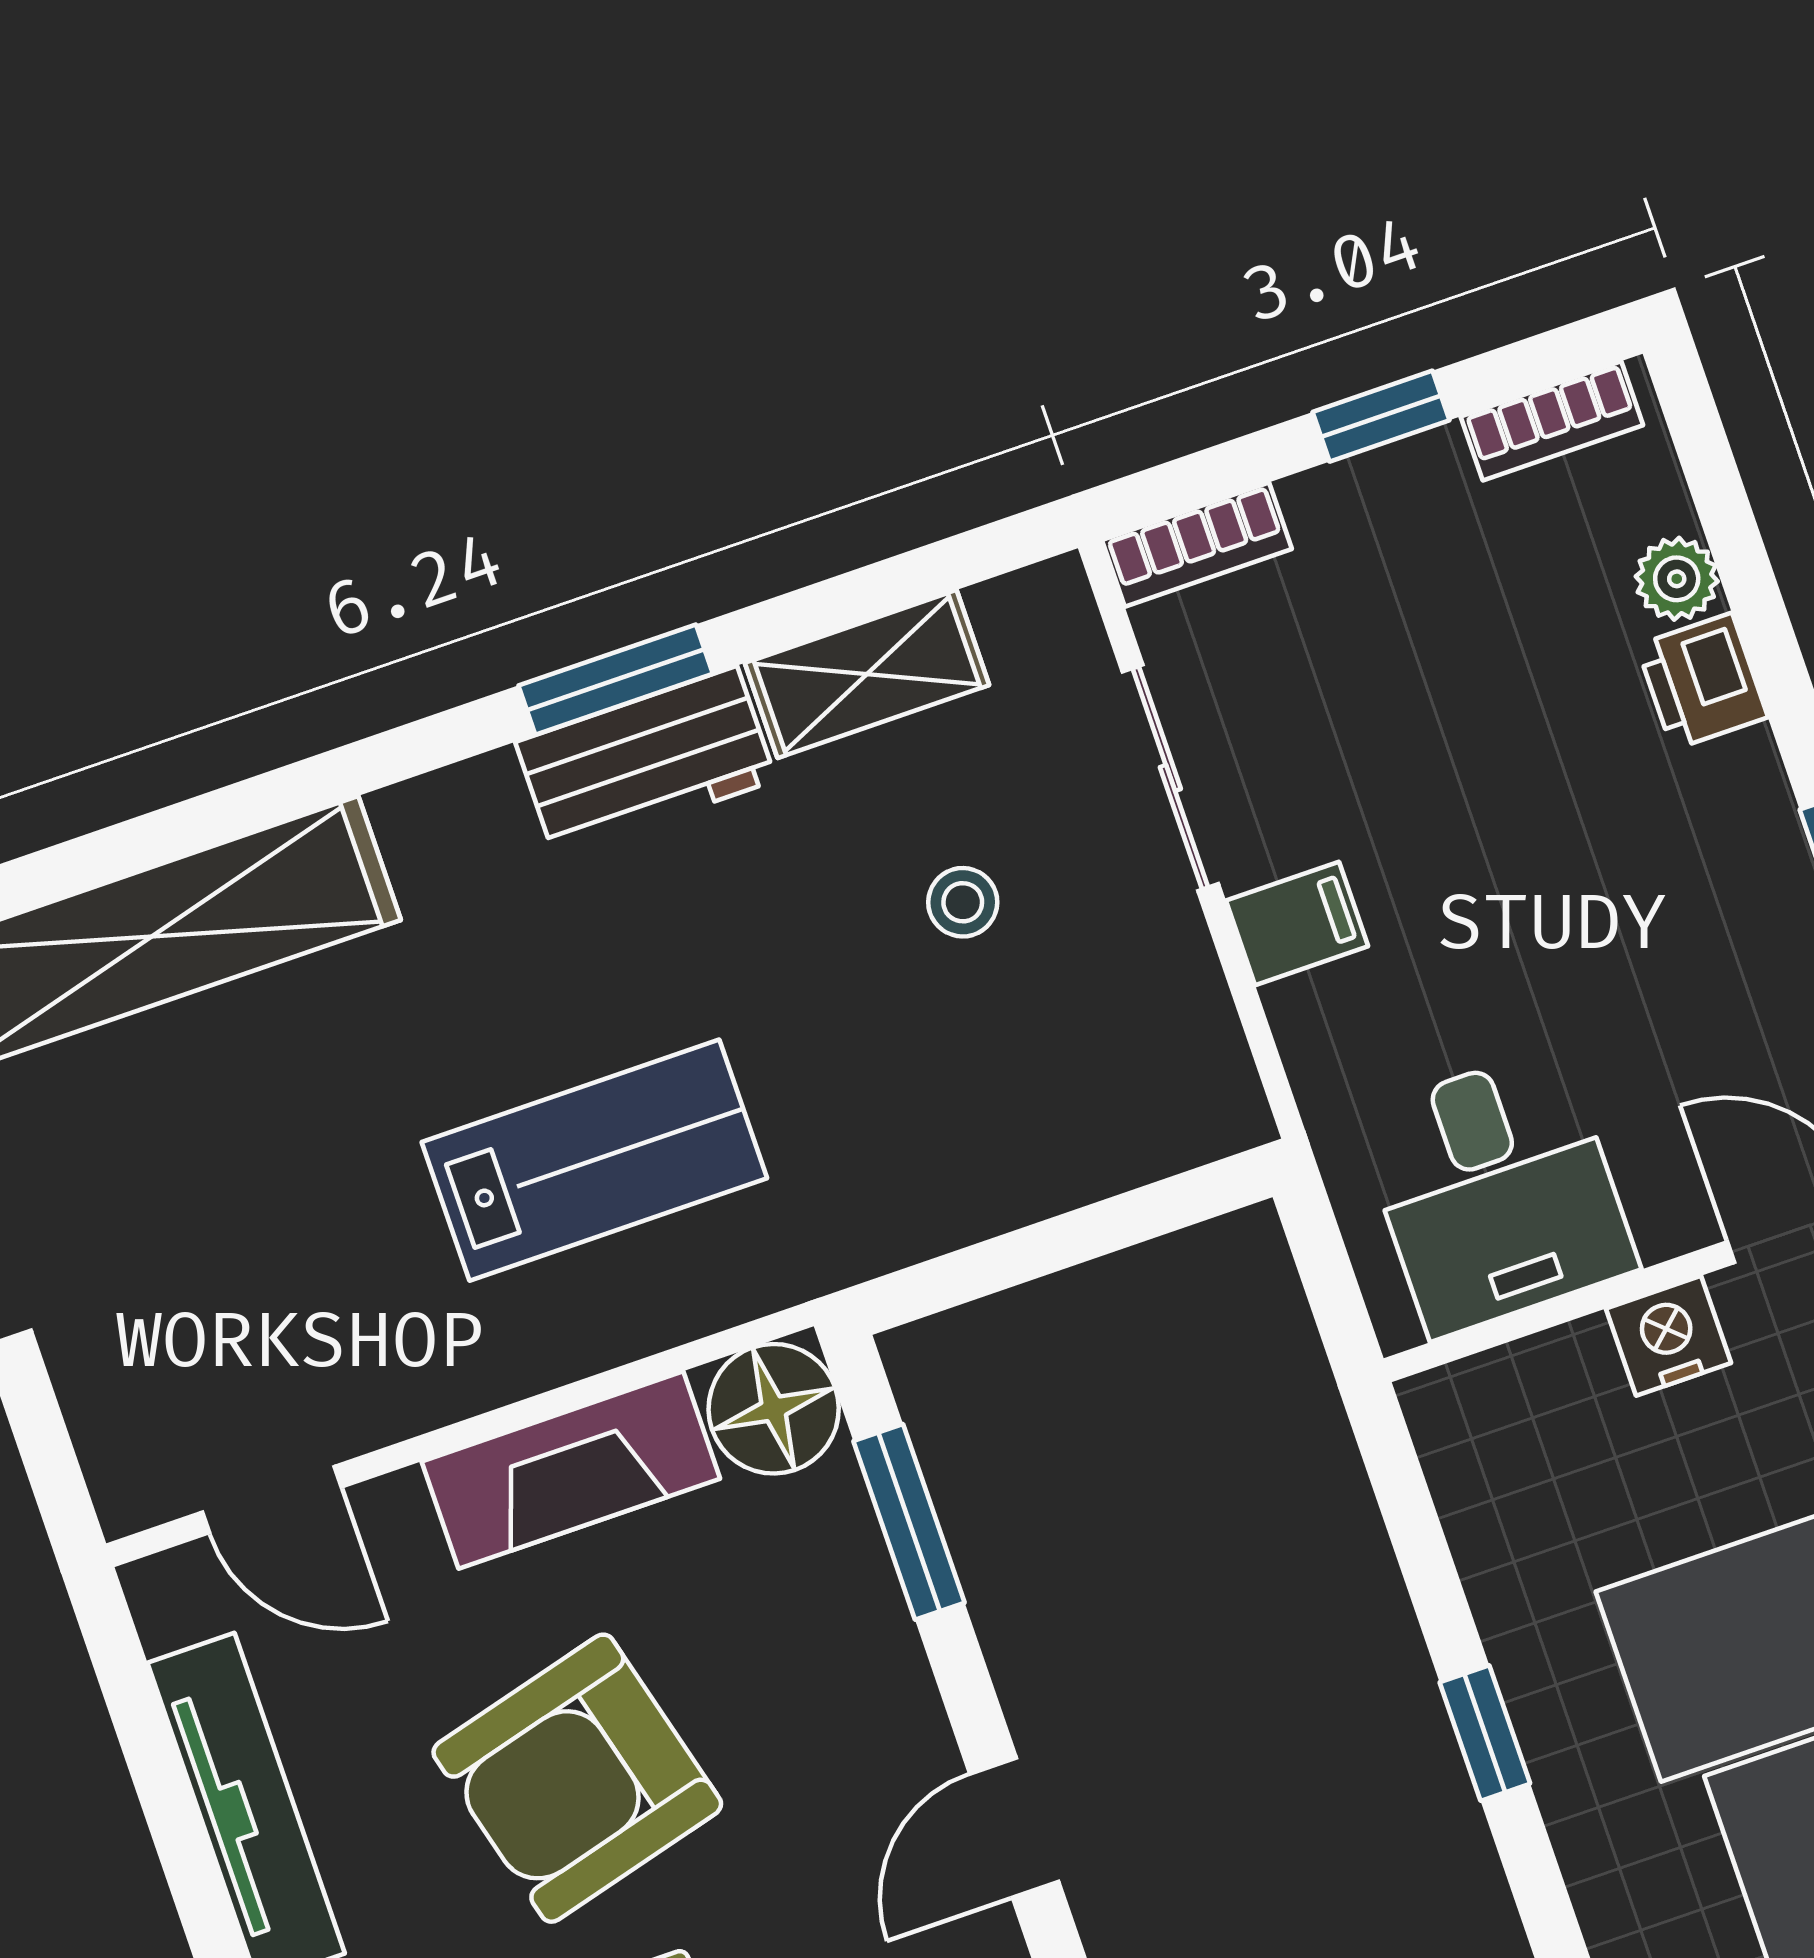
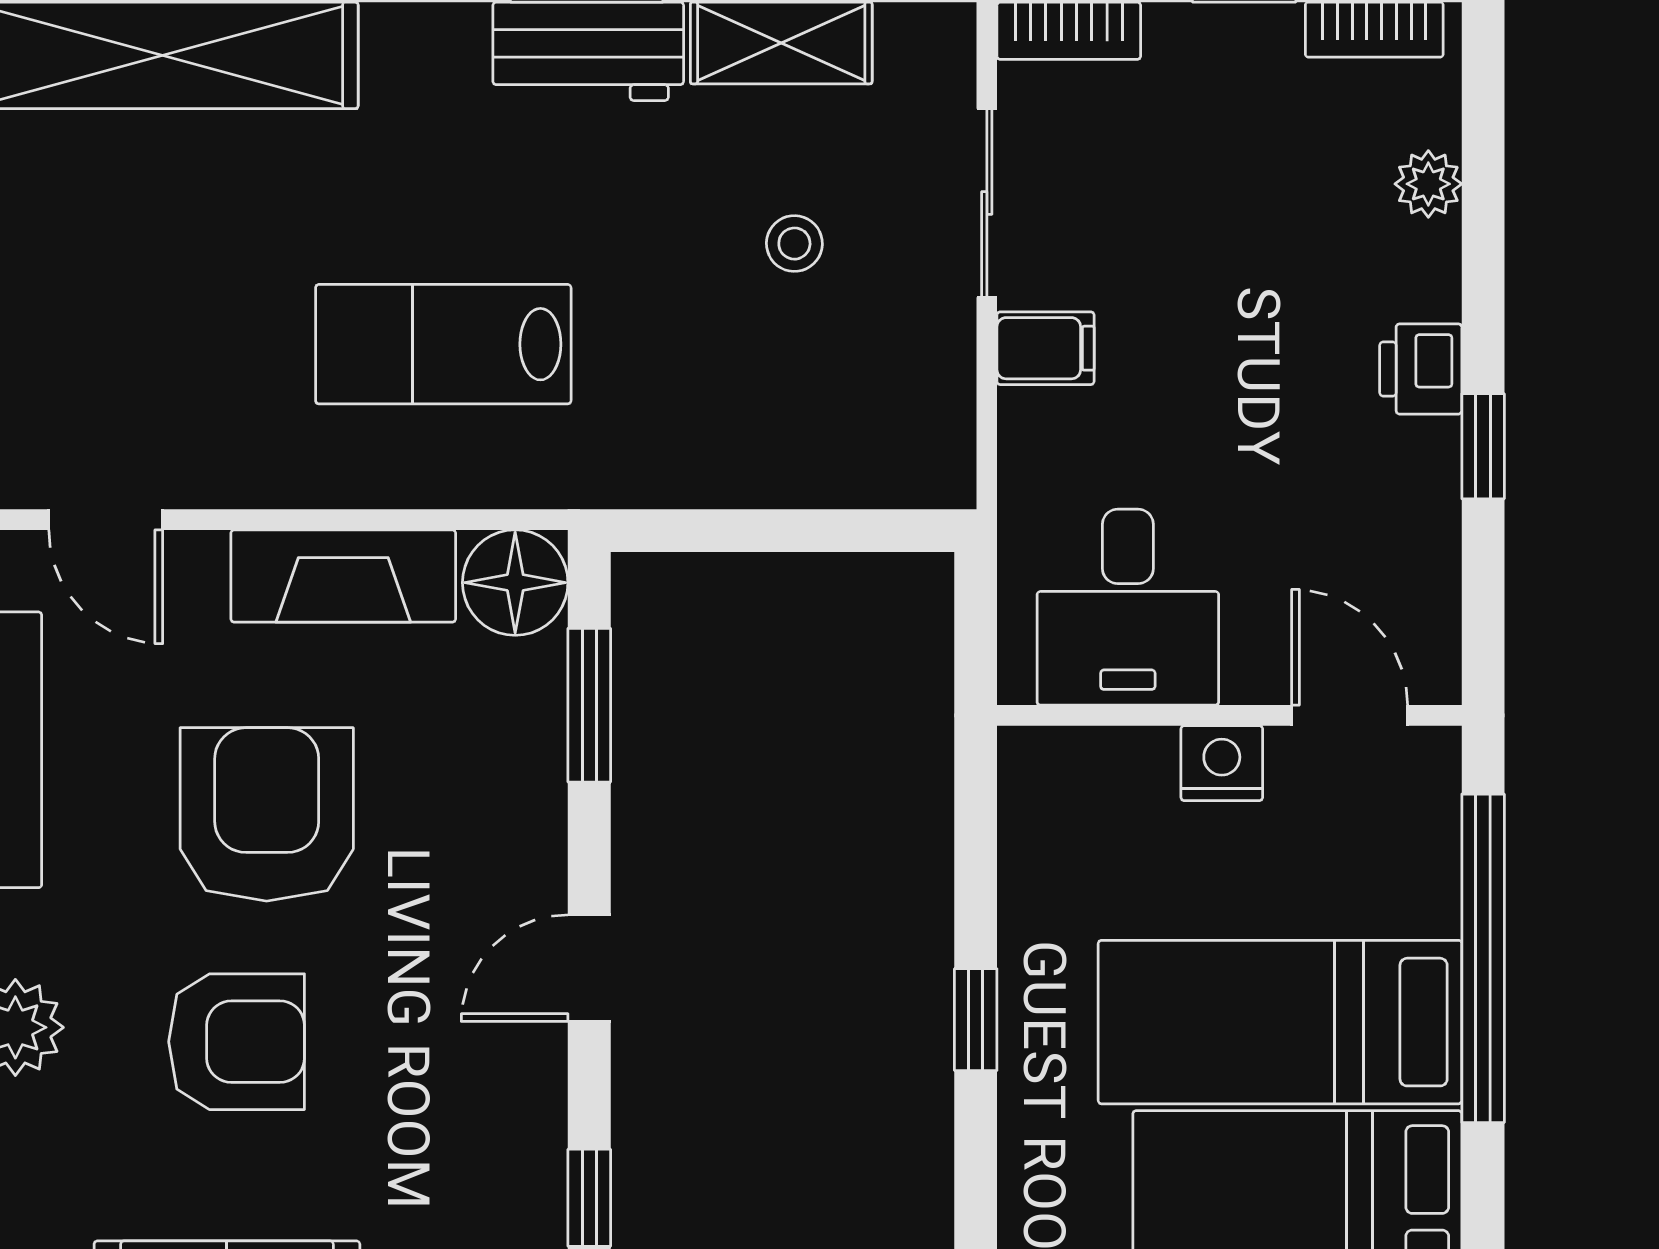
printer: (1702, 681) -> (1421, 369), moved
lab bench: (594, 1160) -> (443, 344), turned 180
armchair: (577, 1778) -> (267, 814), turned 105

